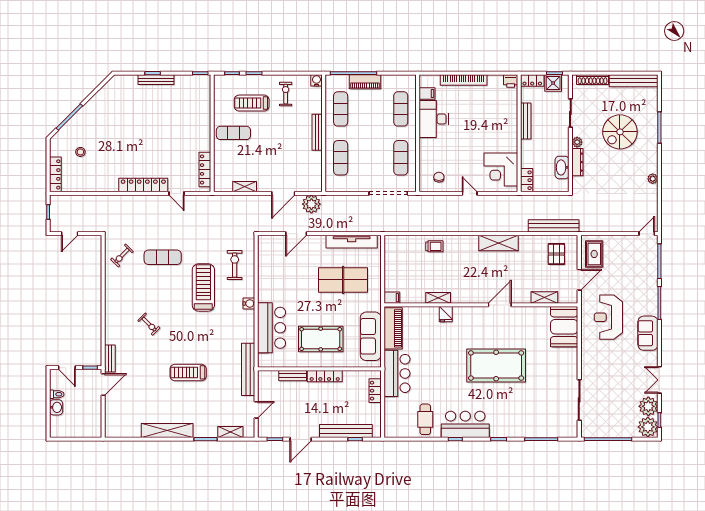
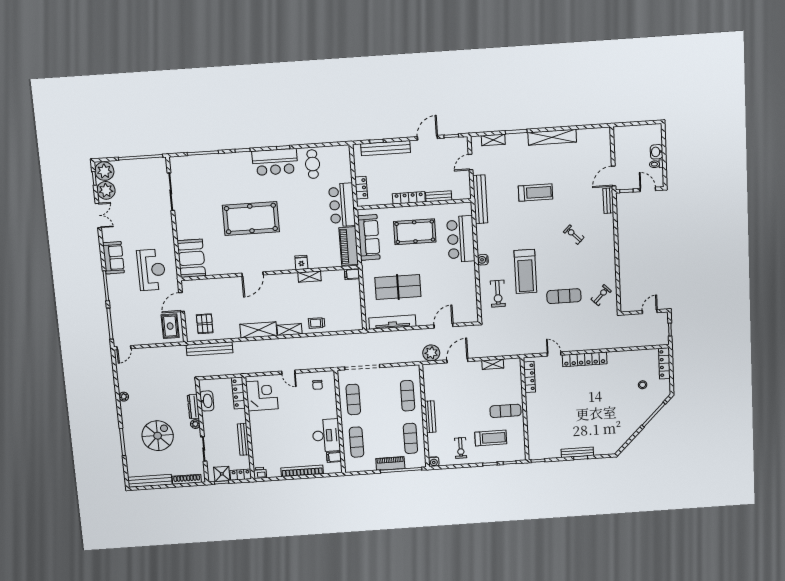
locker: (527, 180) -> (238, 393), width x1.53
shelving: (544, 298) -> (289, 330), moved

